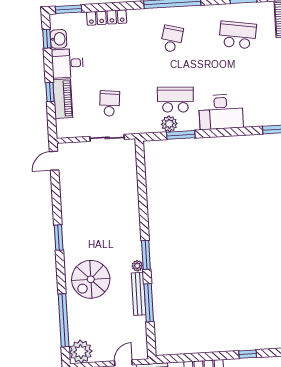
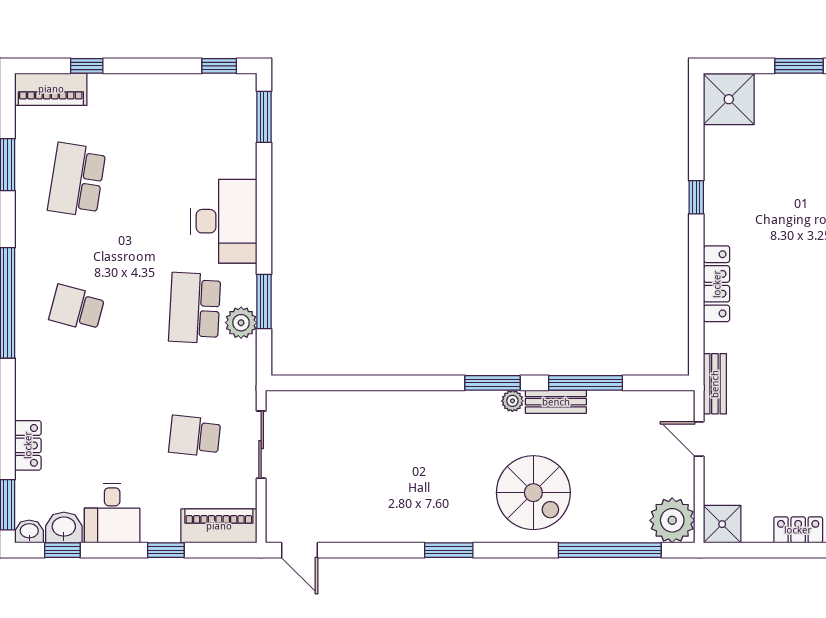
locker: (107, 18) -> (28, 445), width x0.66
washbasin: (55, 21) -> (29, 531), added
piano: (63, 99) -> (219, 526), moved
bench: (139, 294) -> (556, 402), width x0.73

